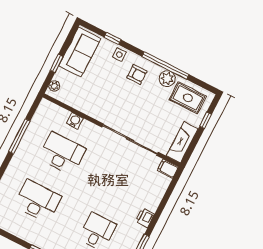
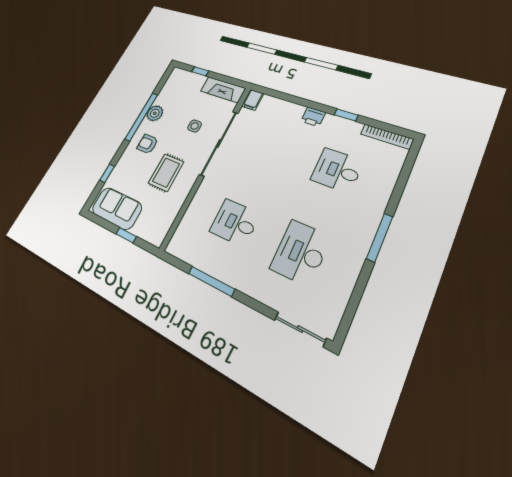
side table: (119, 54) -> (195, 126), moved
armchair: (137, 74) -> (147, 144), turned -90
plant: (54, 86) -> (152, 237), removed
rug: (188, 98) -> (166, 173), moved
water cooler: (75, 121) -> (194, 209), removed
desk: (62, 154) -> (235, 223), width x0.73

